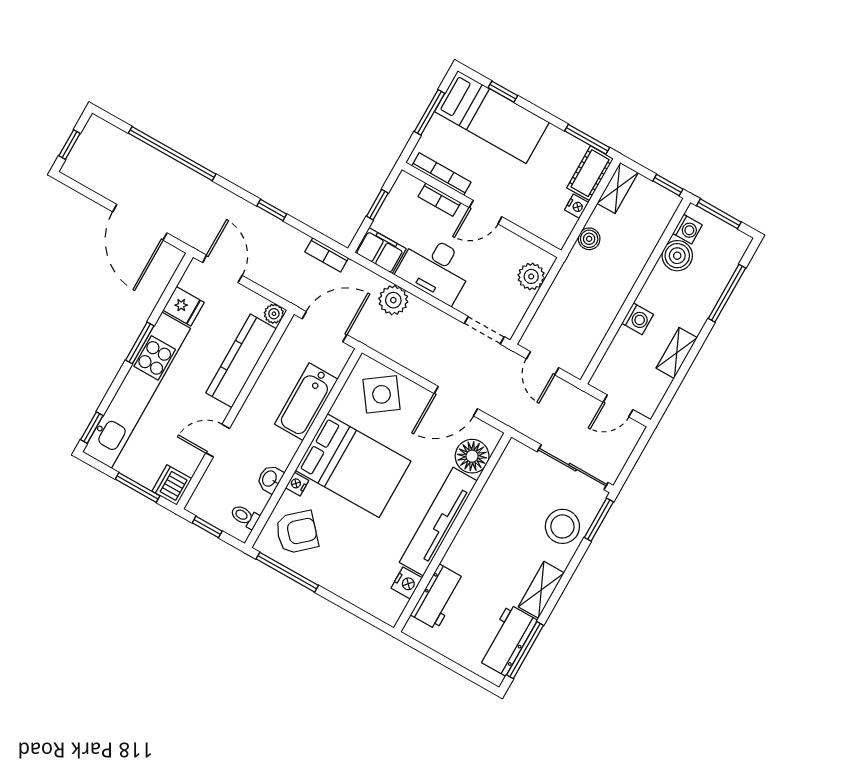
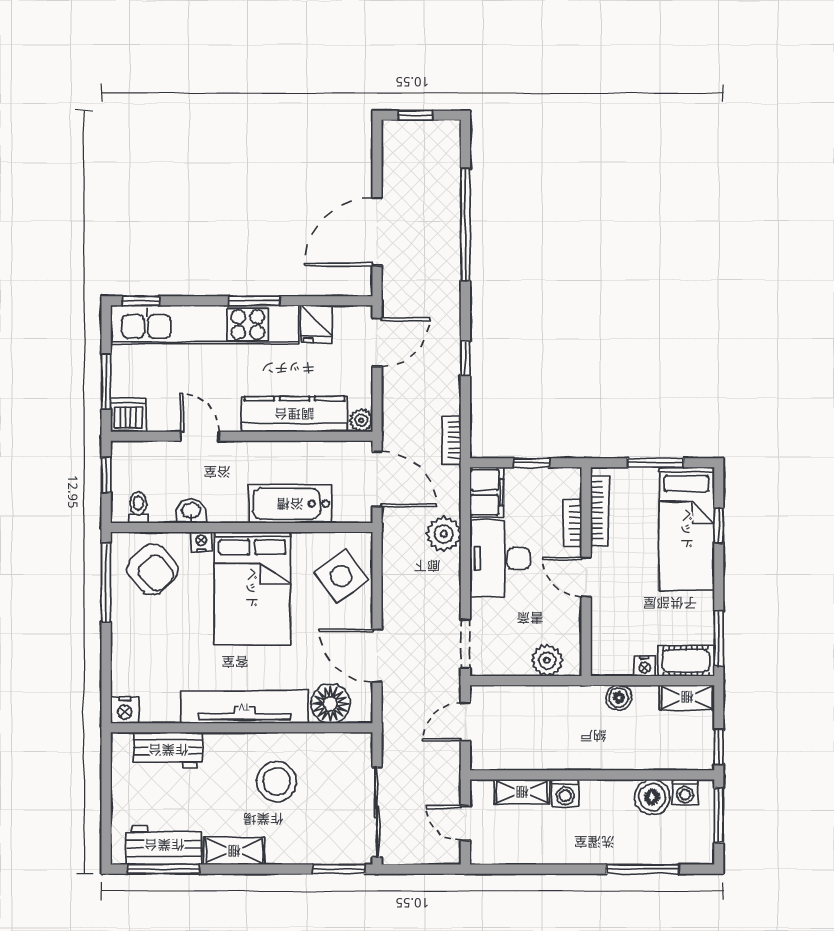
shelving: (677, 353) -> (522, 792), moved
stool: (562, 526) -> (277, 781), moved
nightstand: (407, 583) -> (125, 710), moved

